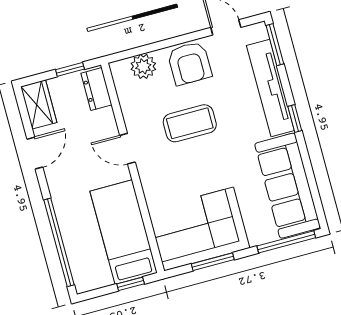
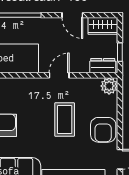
armchair: (190, 63) -> (103, 130), turned -90
plant: (143, 66) -> (109, 86), moved

